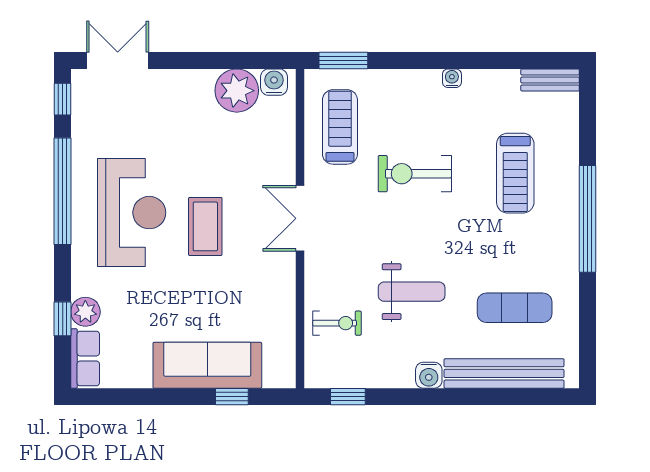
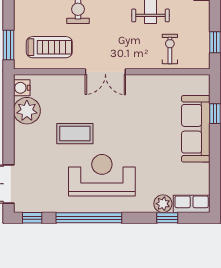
treadmill: (340, 127) -> (49, 47), turned 180
coffee table: (205, 226) -> (75, 134), moved

